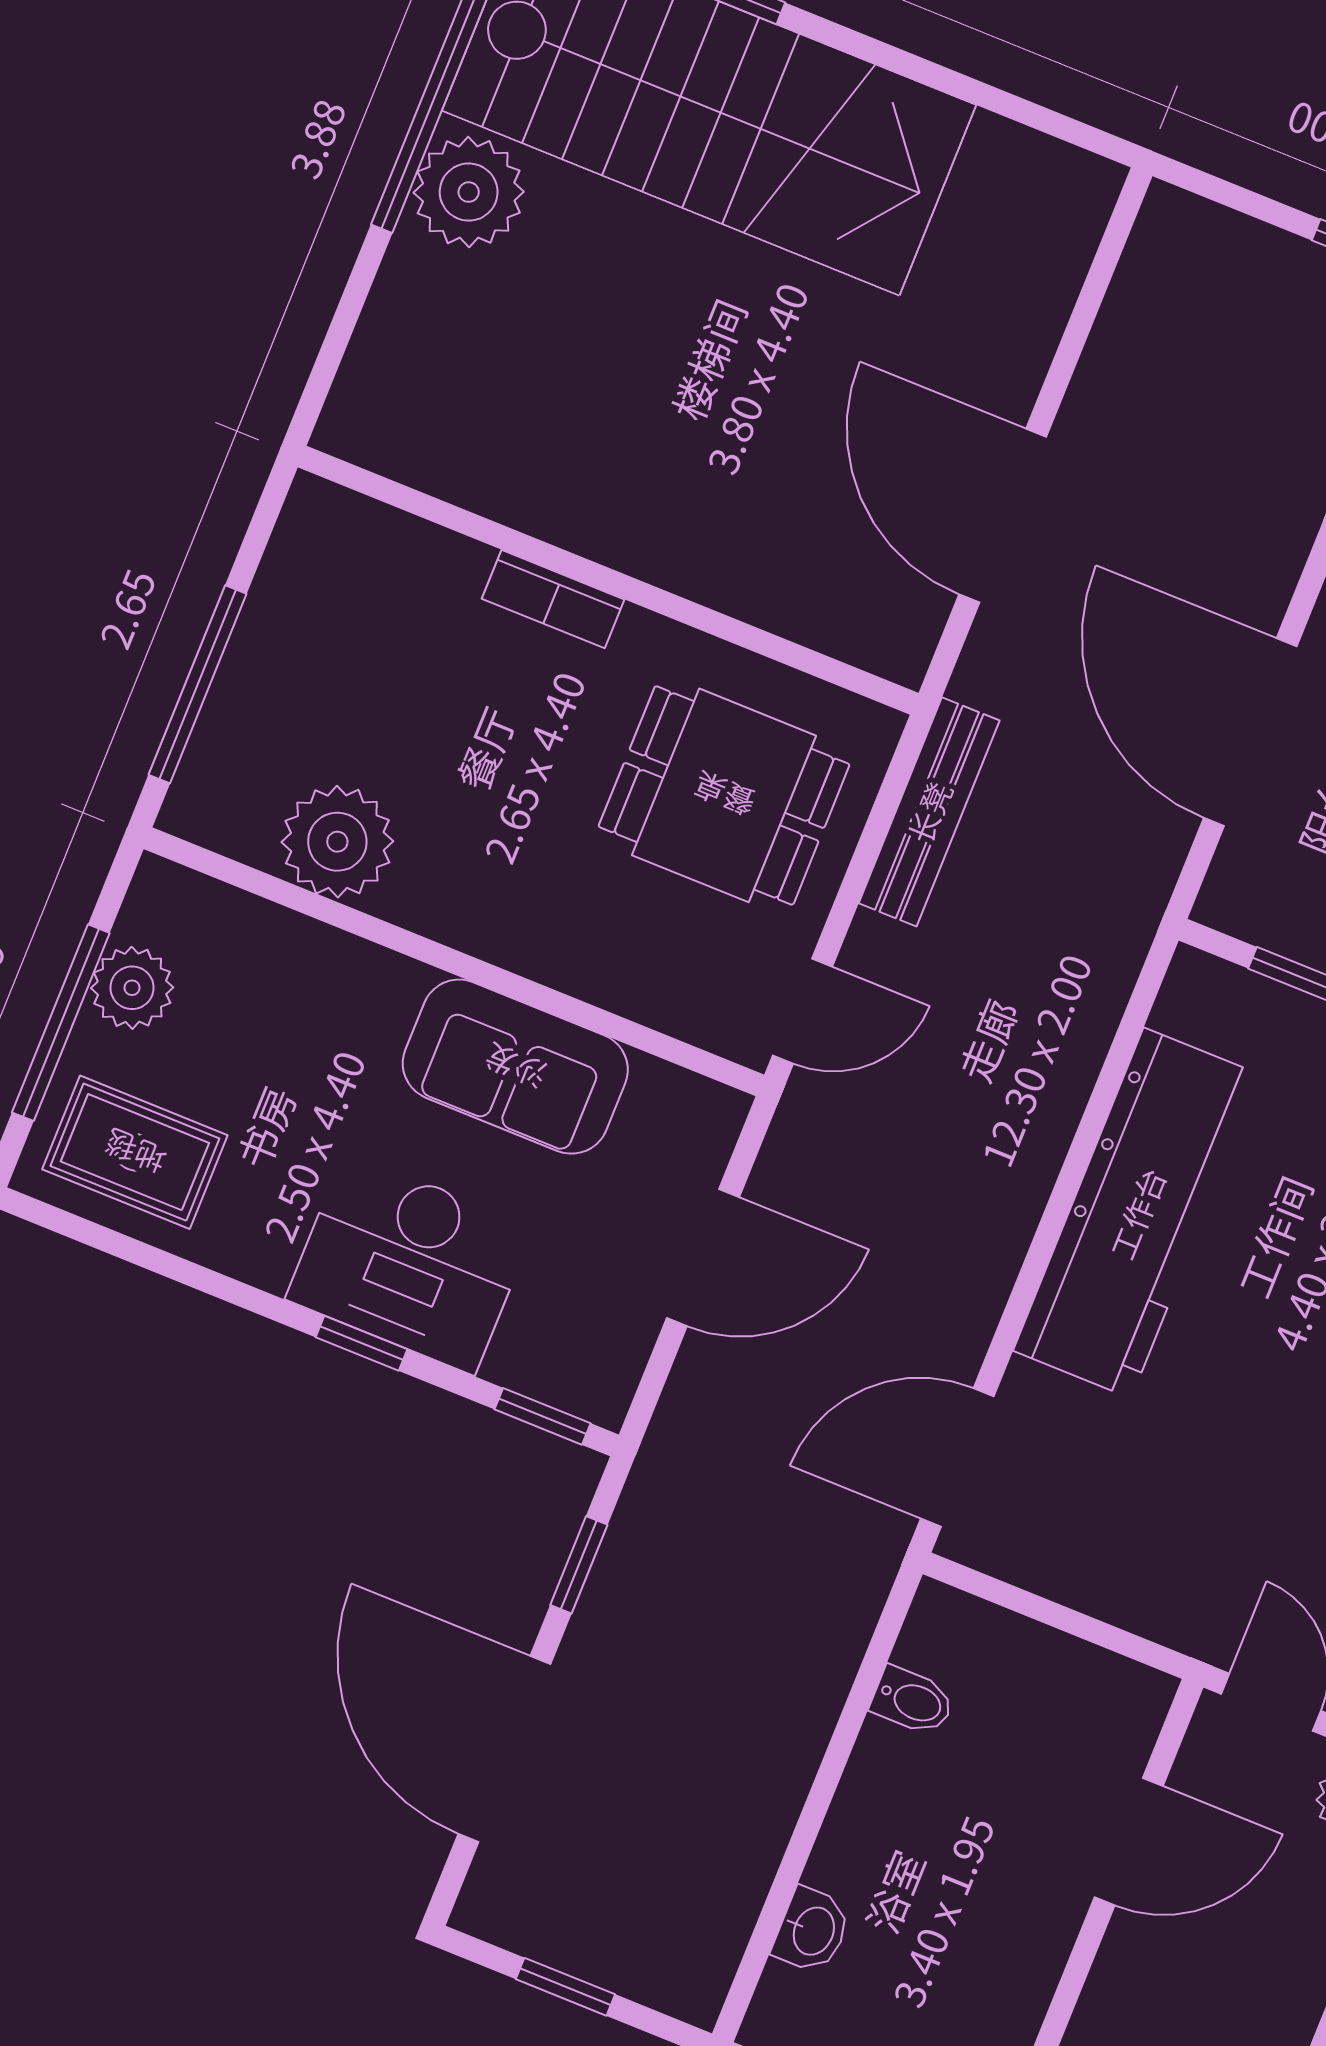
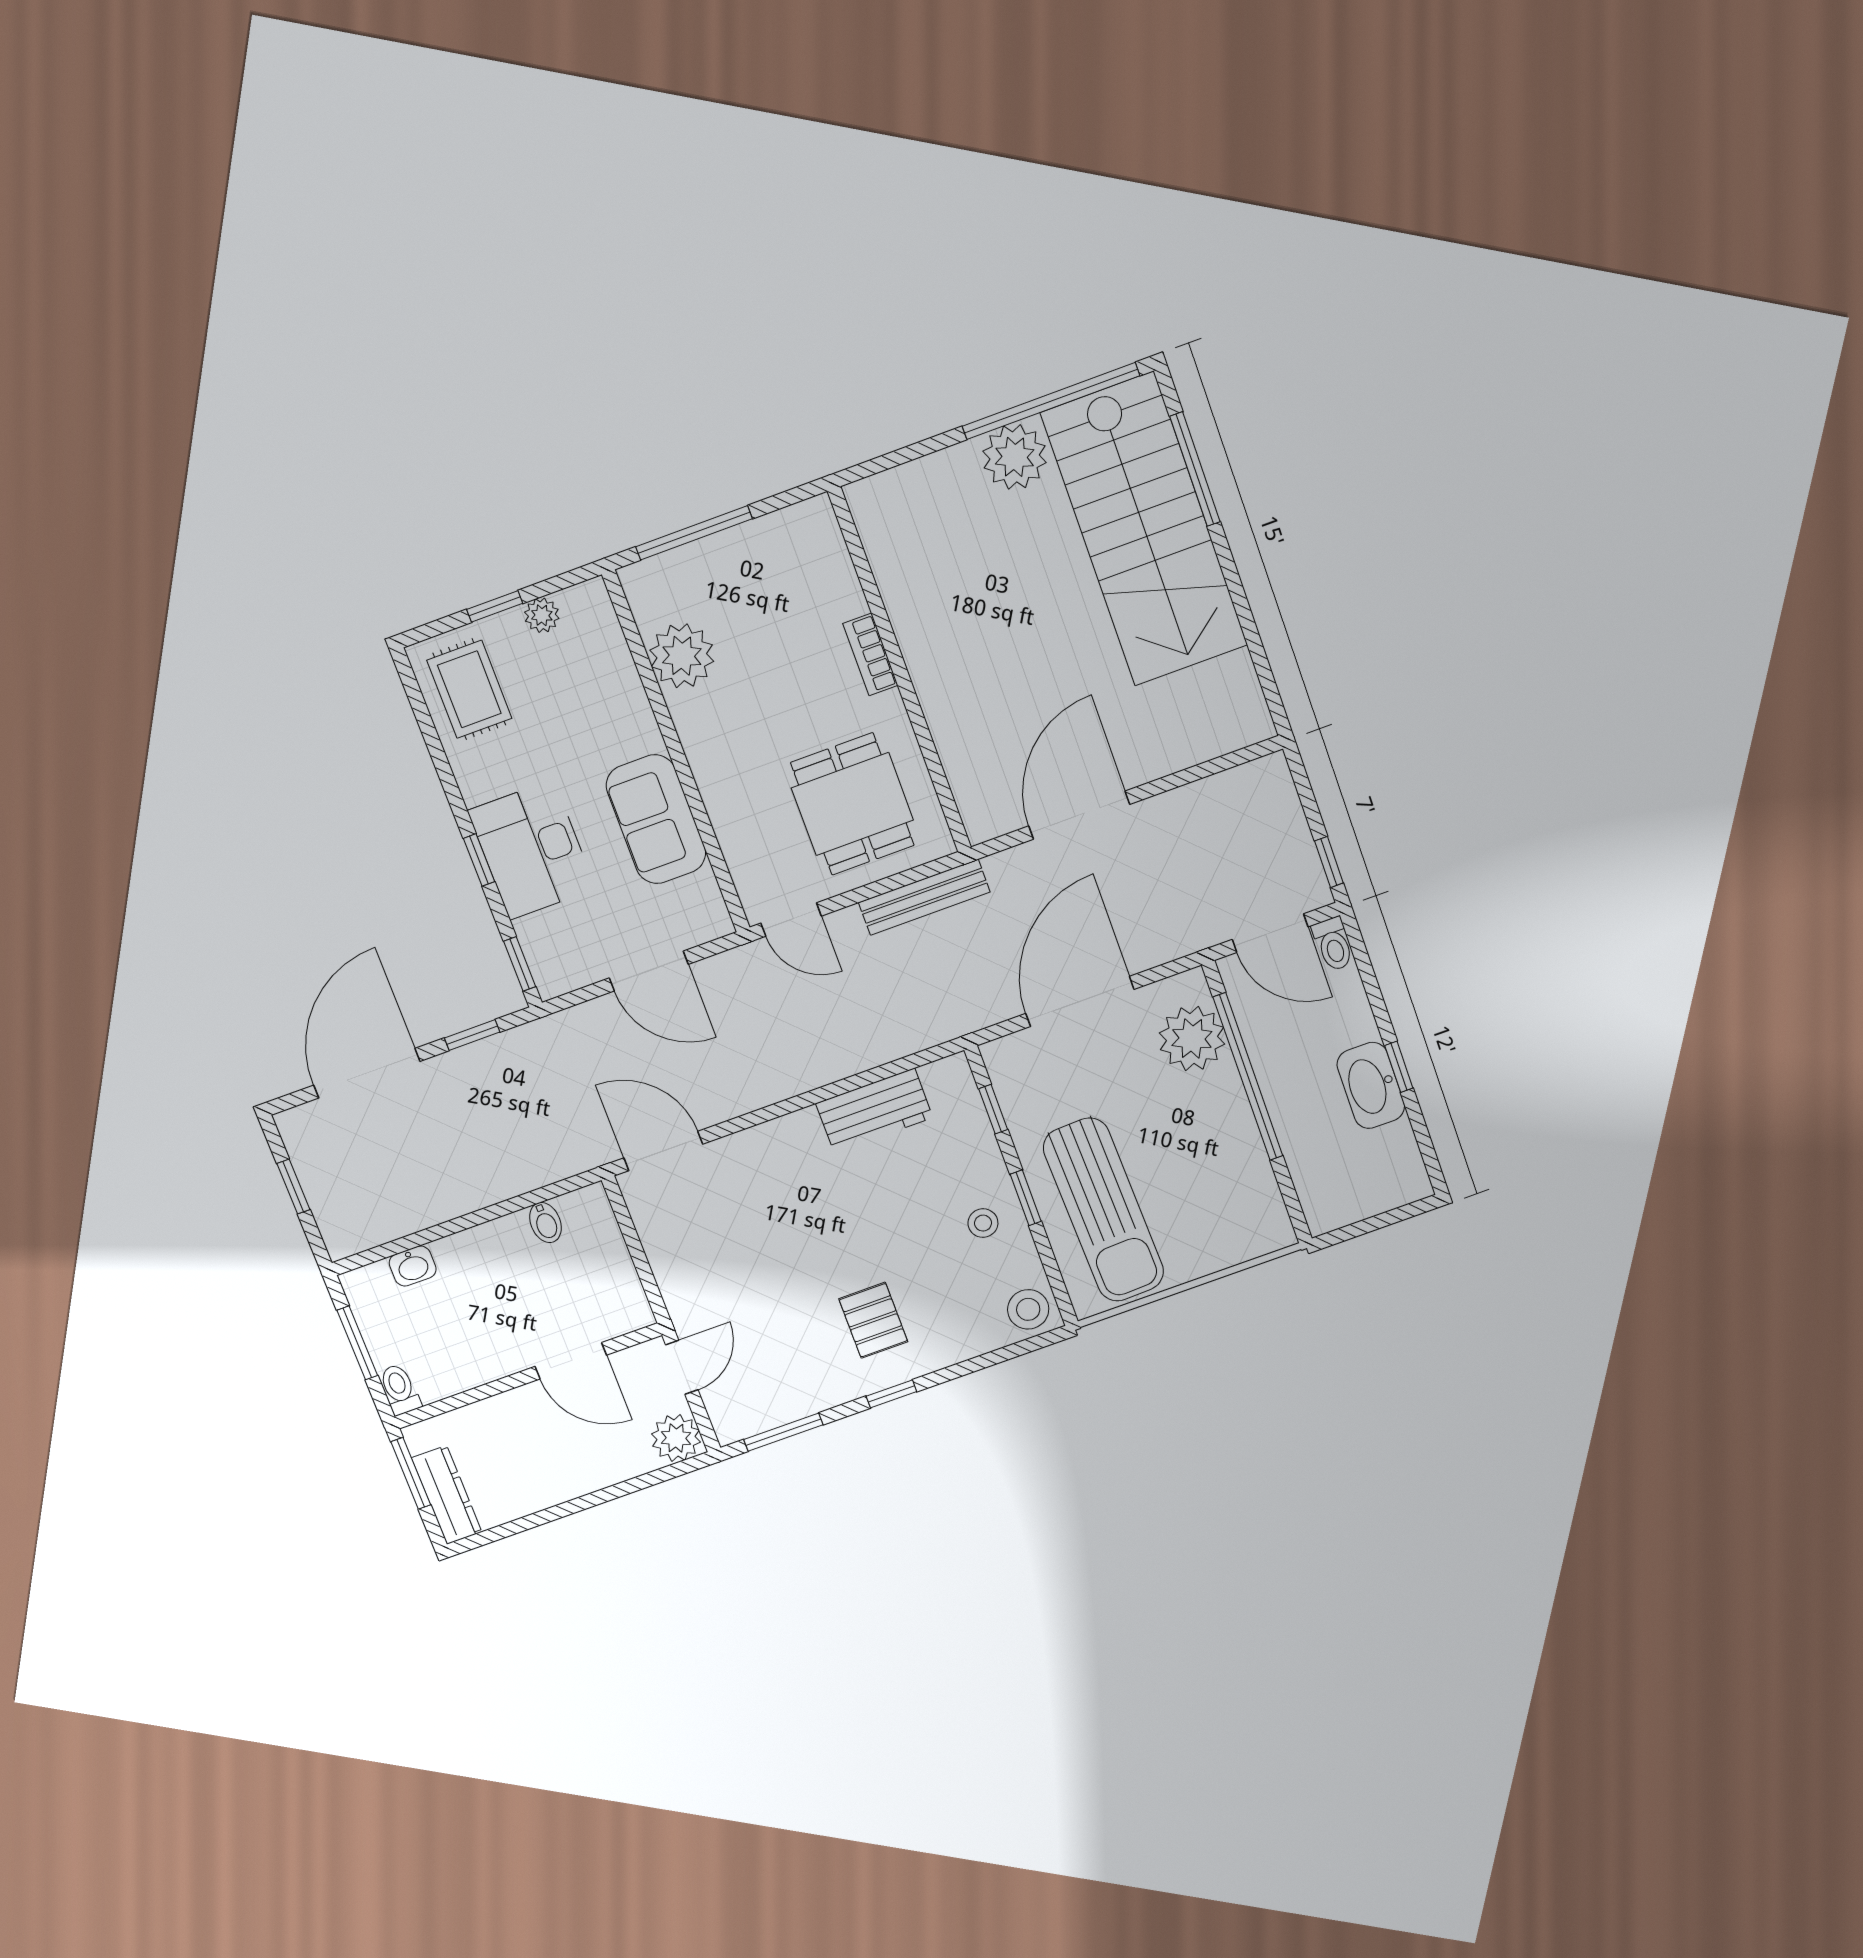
plant: (132, 988) -> (542, 615), width x0.73, depth x0.73
window: (61, 1023) -> (495, 606), width x0.46
workbench: (1137, 1213) -> (874, 1111), width x0.53, depth x0.76

